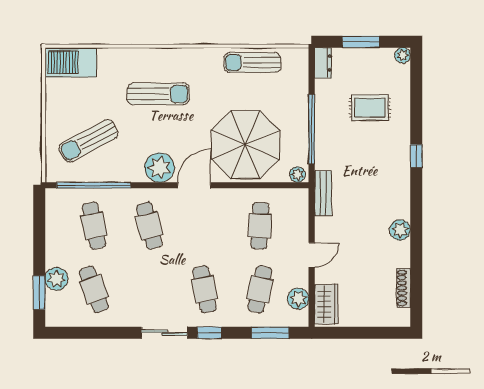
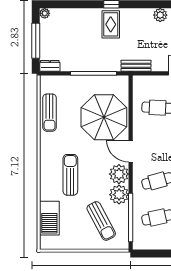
window: (361, 42) -> (36, 41), width x1.44
barbecue: (71, 62) -> (49, 218), moved
rug: (370, 108) -> (111, 24), moved
plant: (298, 175) -> (119, 195), moved, width x1.88, depth x1.88

